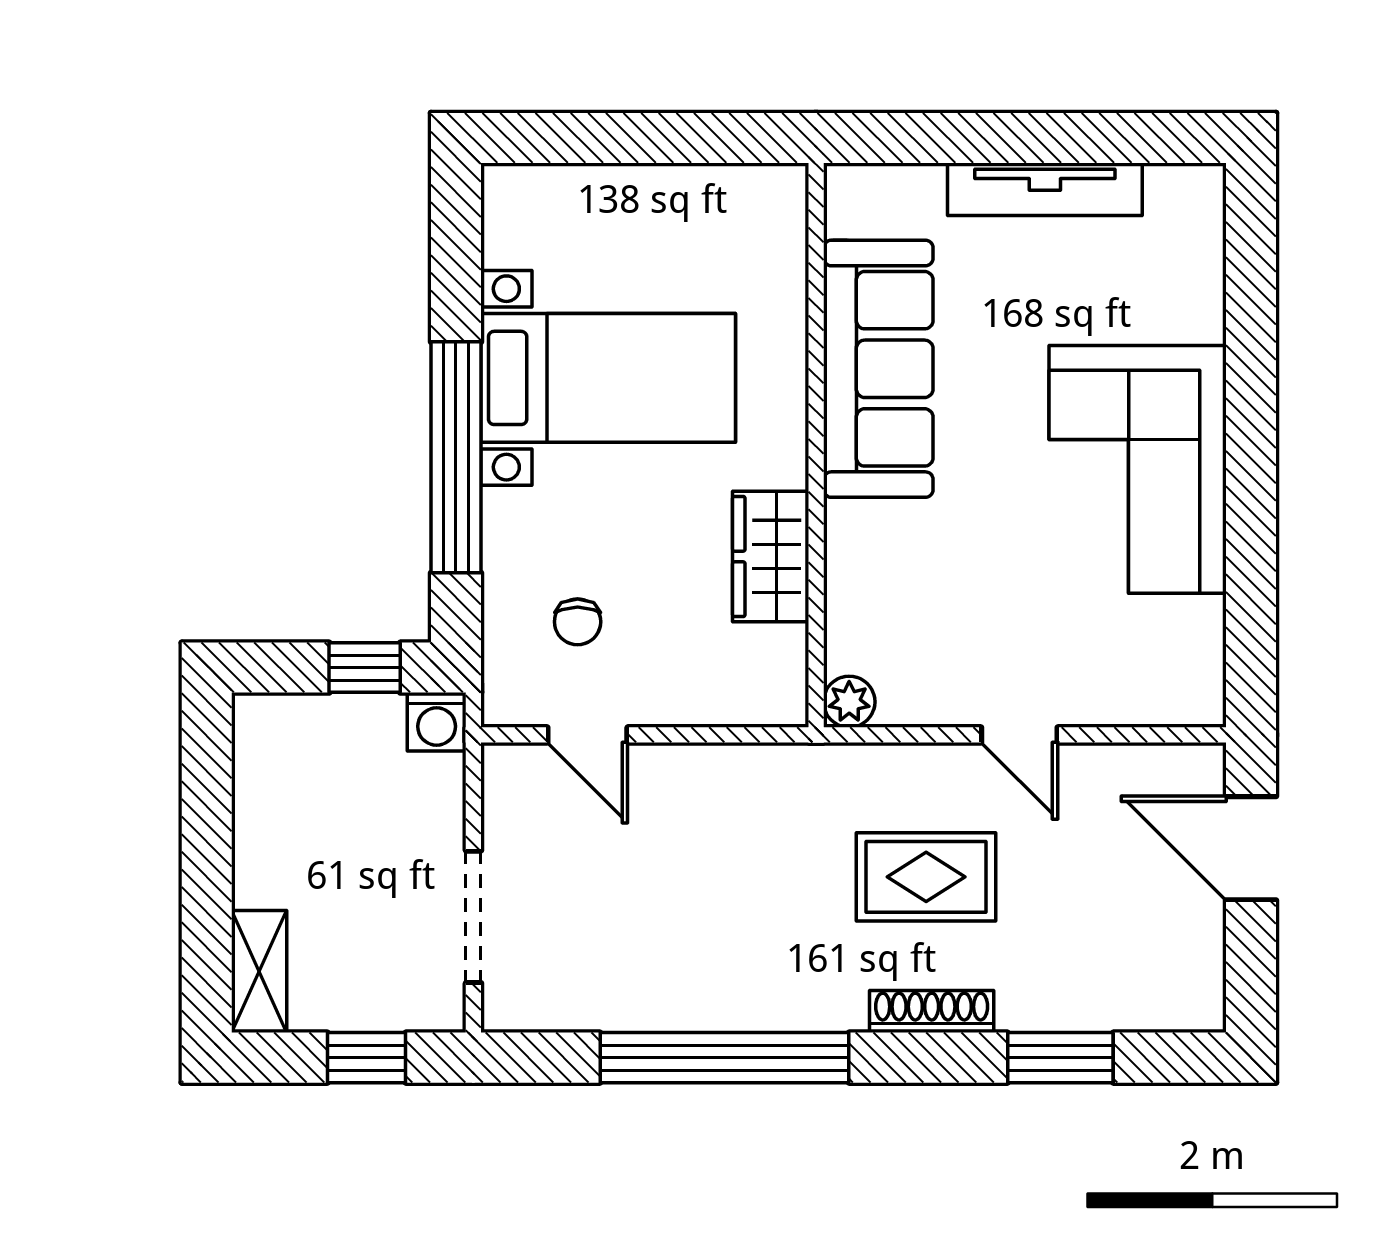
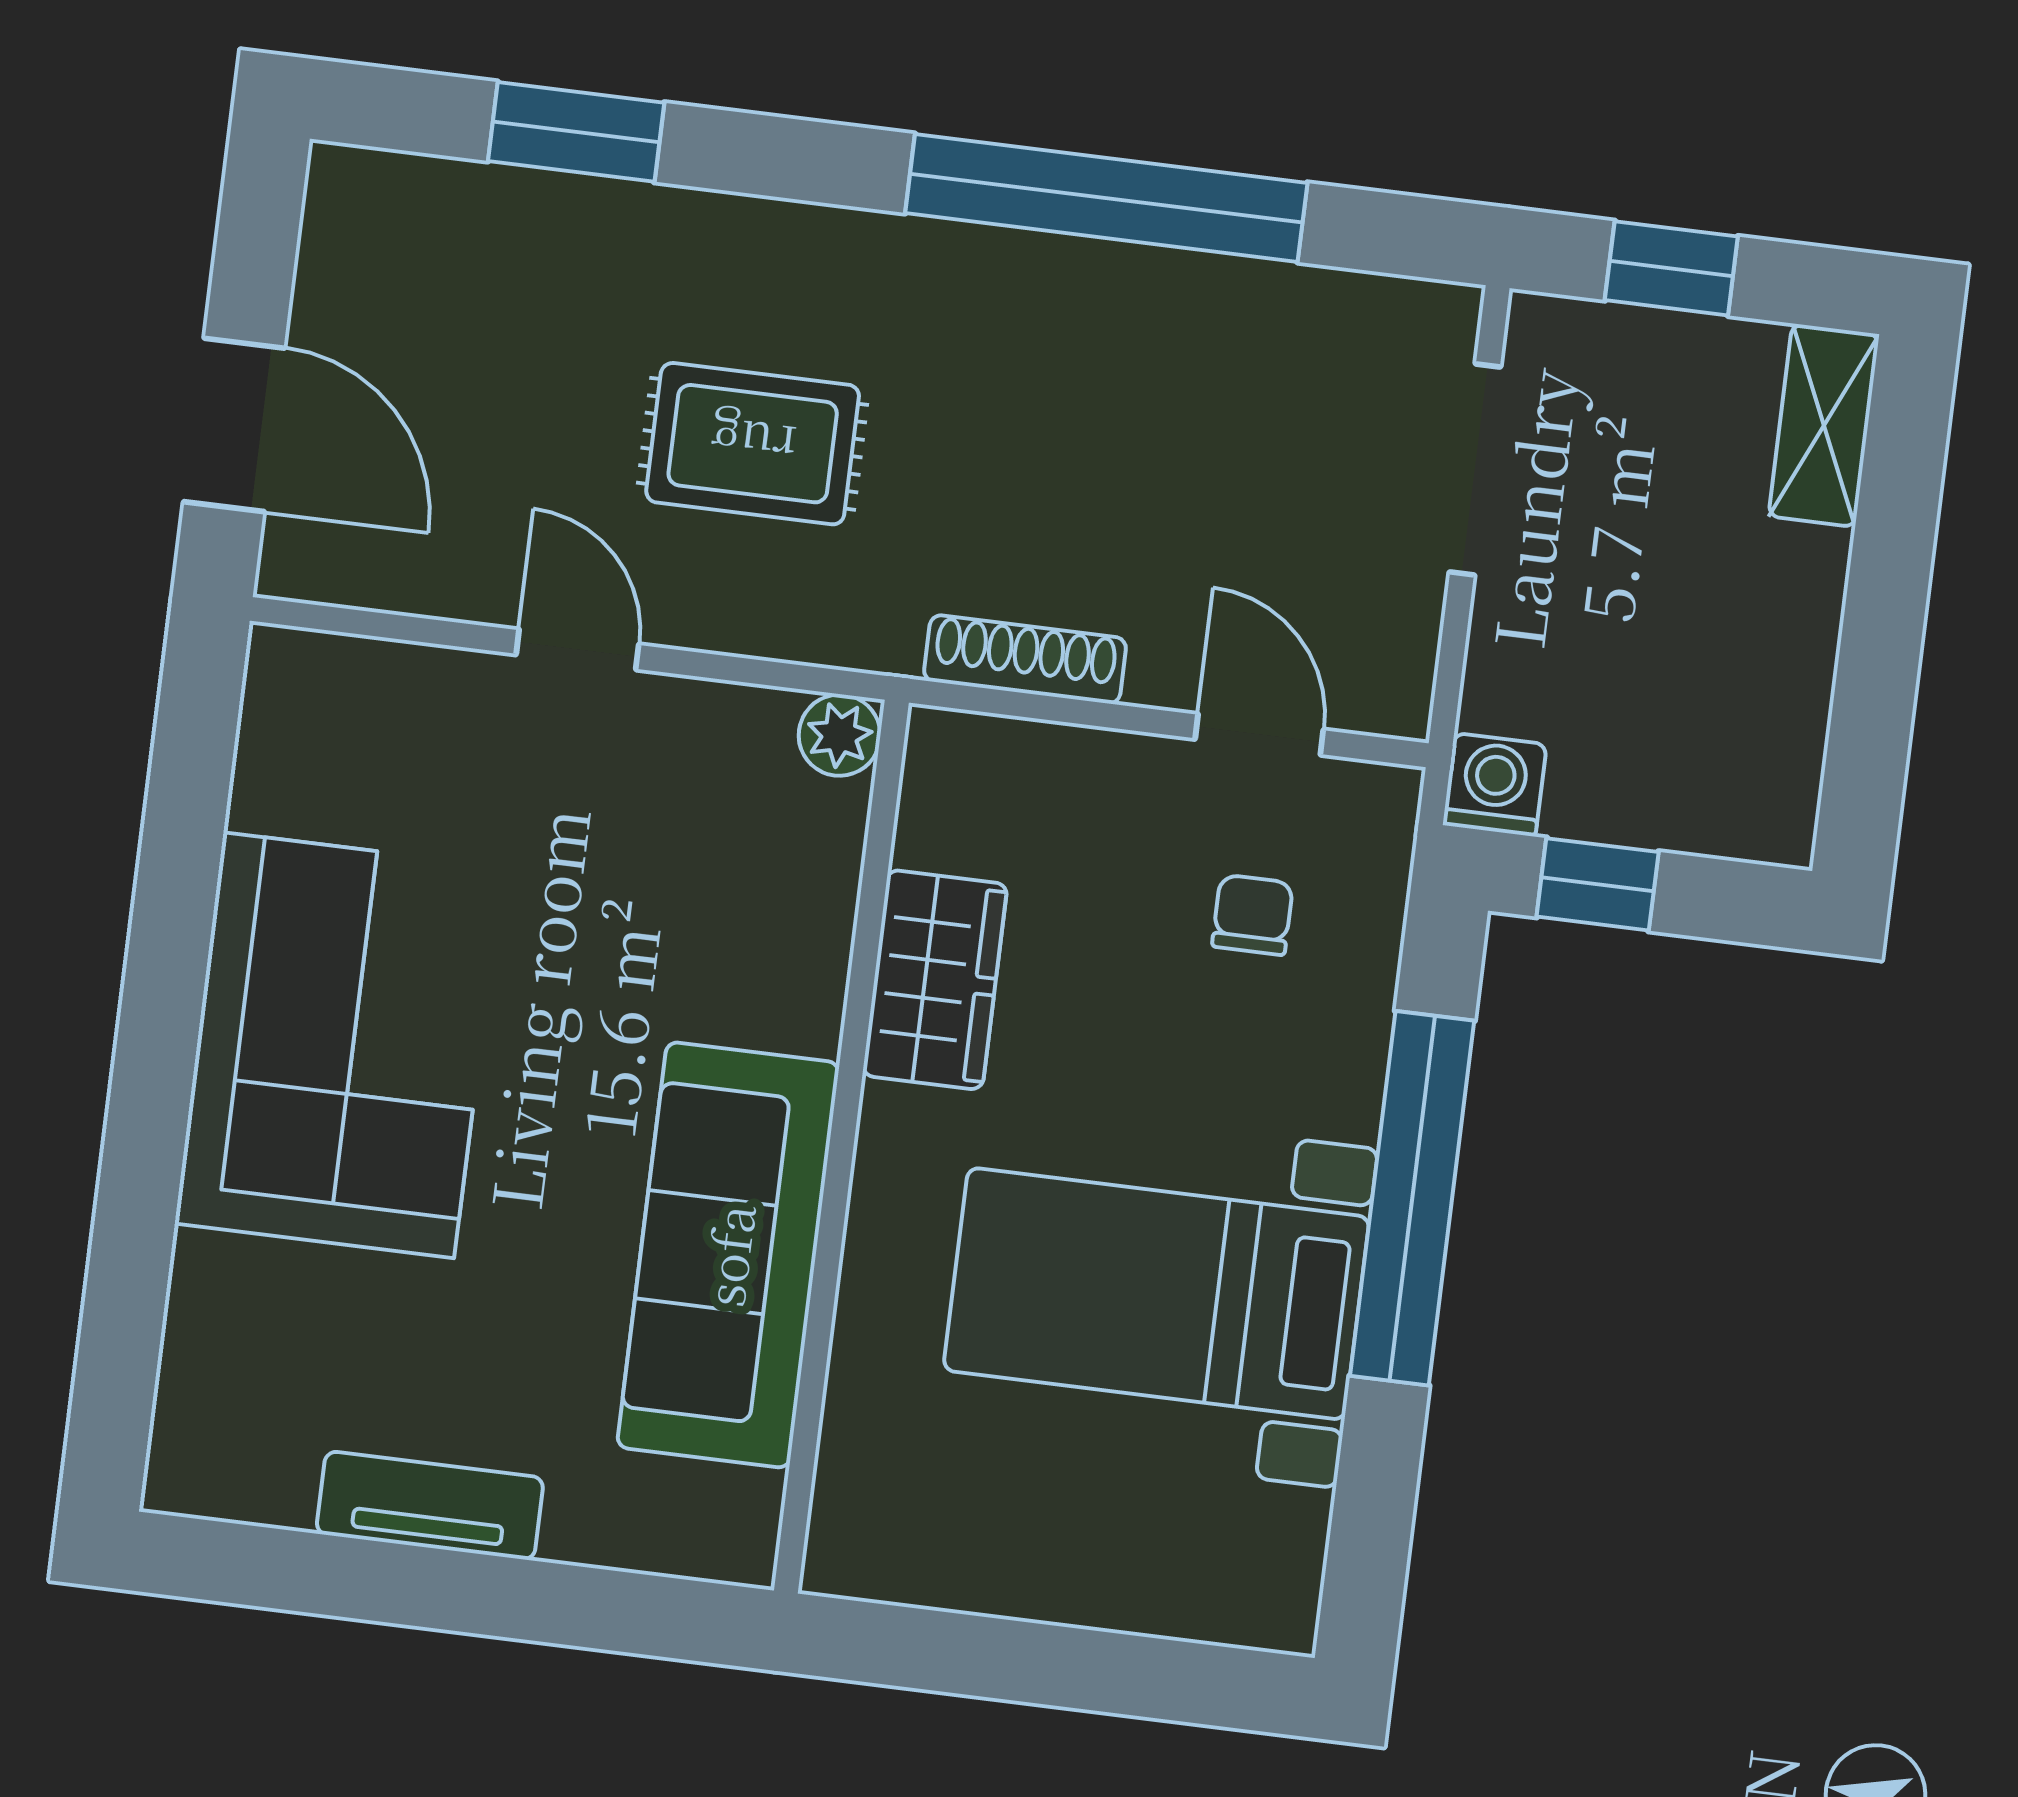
tv unit: (1045, 189) -> (430, 1506), width x0.71
shoe rack: (932, 1012) -> (1025, 659), moved, turned 180

